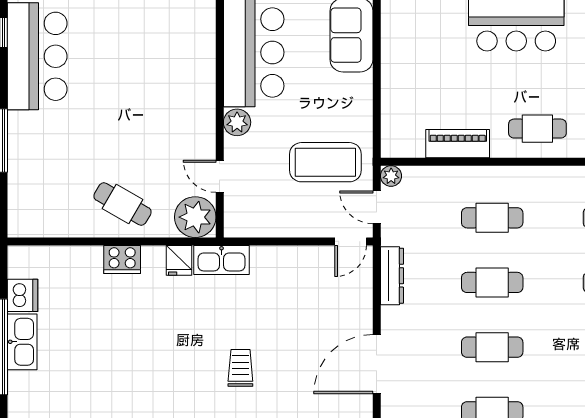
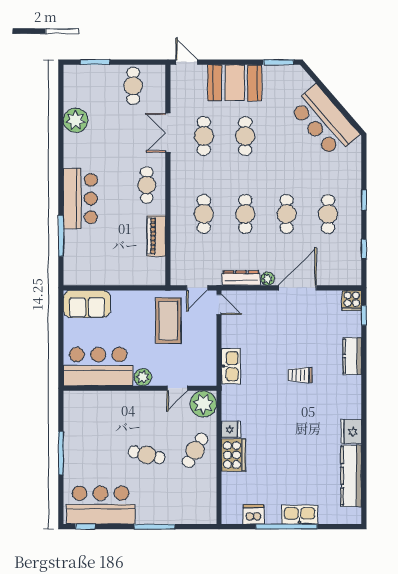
cafe table: (116, 129) -> (147, 455), added
plant: (391, 176) -> (268, 279), moved
cooker: (122, 260) -> (233, 455), width x1.37, depth x1.31
fridge: (179, 260) -> (231, 430), moved
kitchen sink: (222, 260) -> (231, 366), moved
kitchen sink: (22, 342) -> (300, 515), moved
door: (377, 364) -> (297, 288), swing flipped

